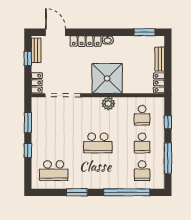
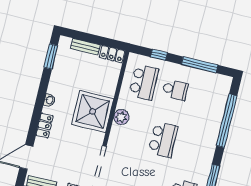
locker: (86, 41) -> (45, 125), width x0.66
school desk: (142, 115) -> (144, 82), width x1.85
school desk: (142, 171) -> (206, 97), removed

